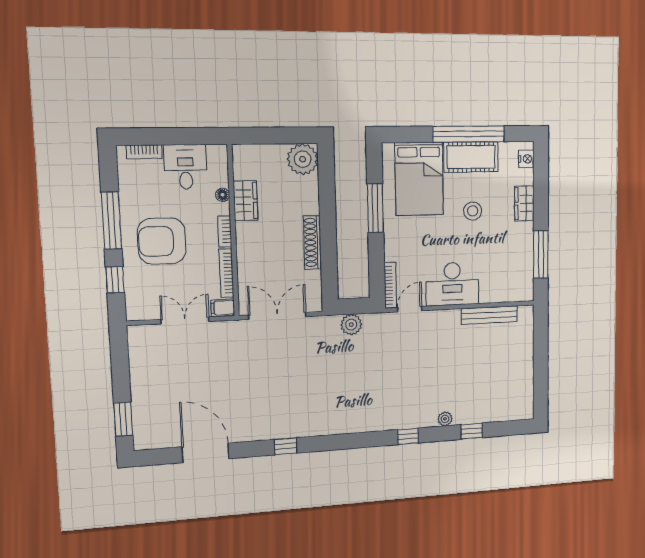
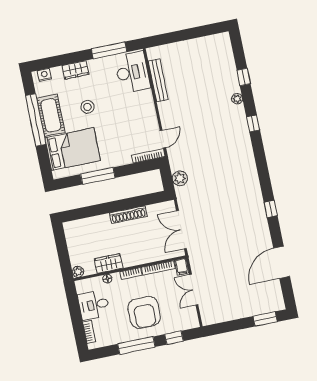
plant: (303, 159) -> (78, 272), moved, width x0.53, depth x0.53
desk: (452, 284) -> (132, 72), moved
door: (410, 309) -> (163, 139), swing flipped

